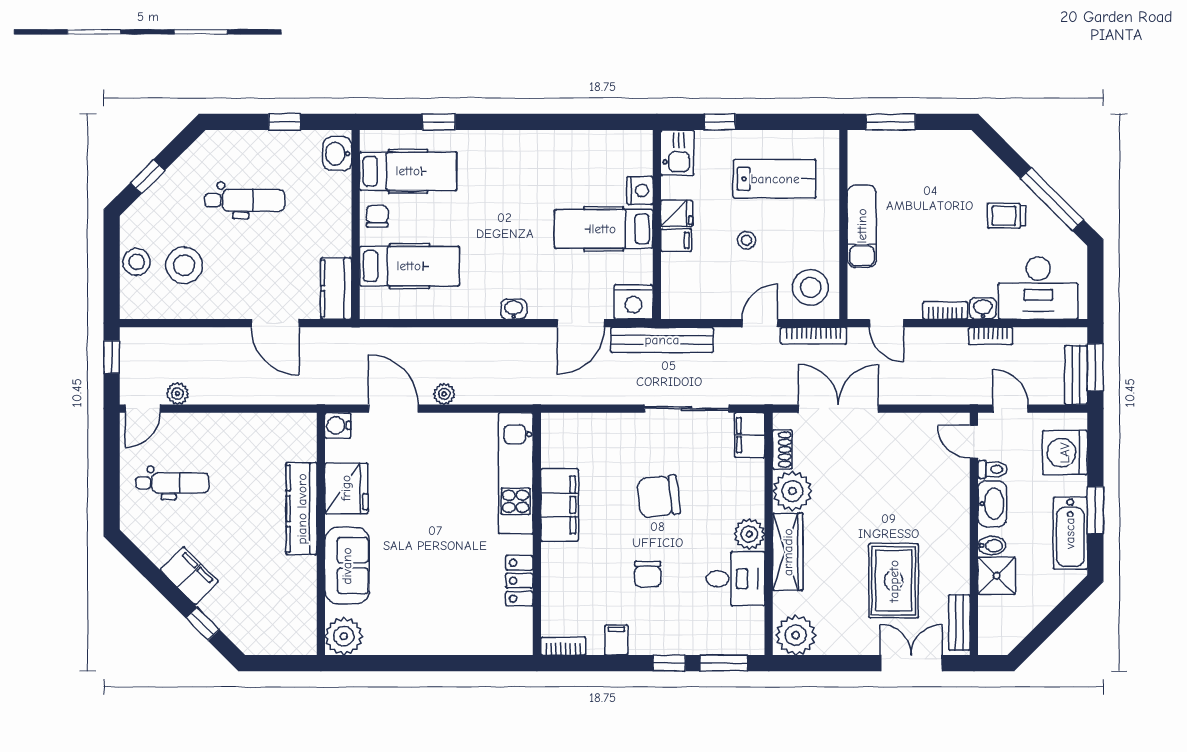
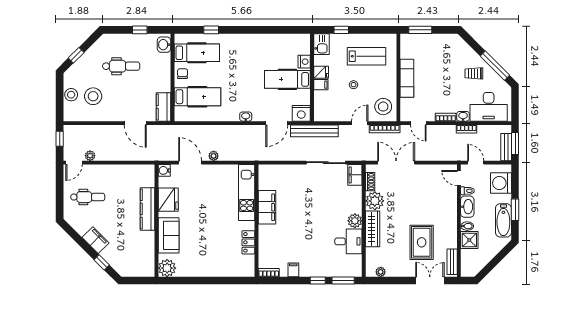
chair: (659, 496) -> (313, 203), removed
chair: (648, 574) -> (308, 239), removed
plant: (796, 635) -> (381, 272), width x0.53, depth x0.53

